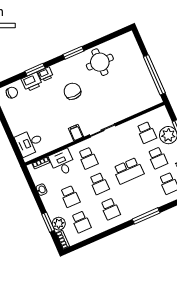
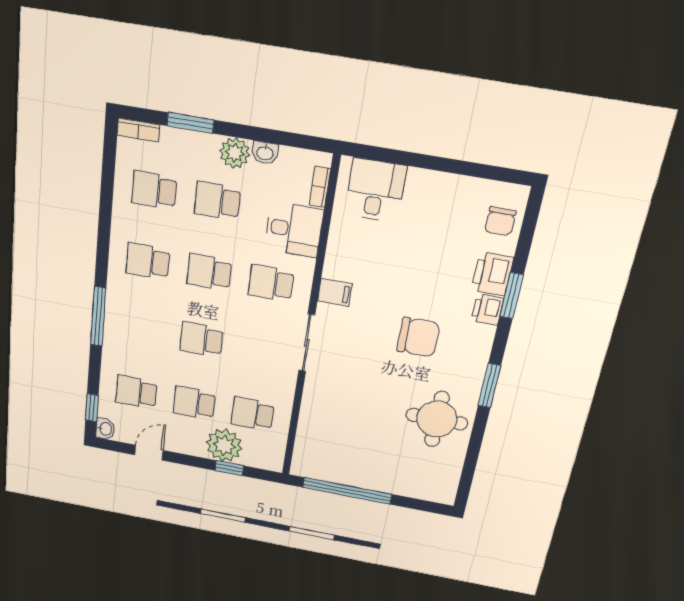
school desk: (128, 171) -> (201, 339), width x0.54
plant: (59, 224) -> (235, 153), moved

